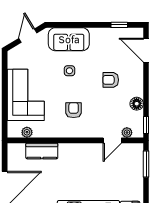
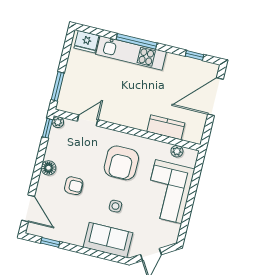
floor lamp: (137, 104) -> (48, 168), moved
armchair: (74, 110) -> (121, 163), width x1.88, depth x1.88
plant: (127, 133) -> (58, 122), moved

